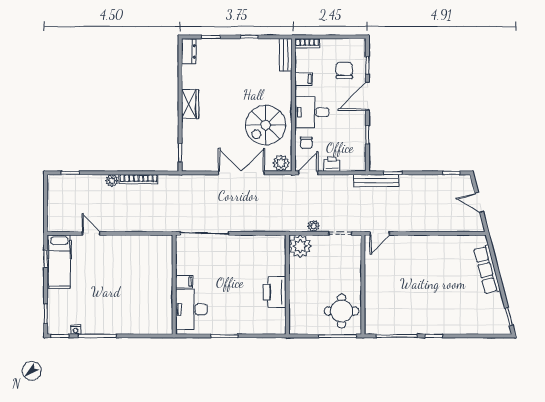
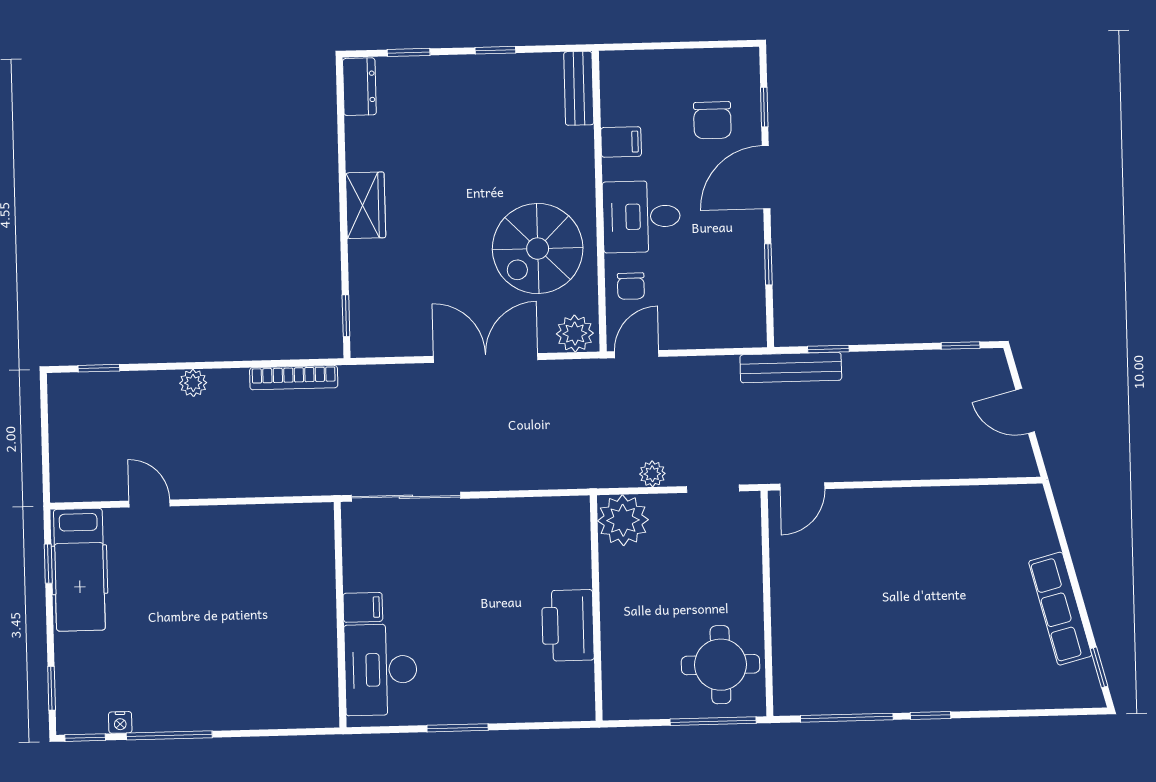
bookcase: (307, 43) -> (627, 61), removed
chair: (344, 70) -> (712, 120), turned 180
printer: (332, 164) -> (690, 333), removed
bookcase: (138, 179) -> (294, 378), moved
row of seats: (487, 270) -> (1060, 609), moved

